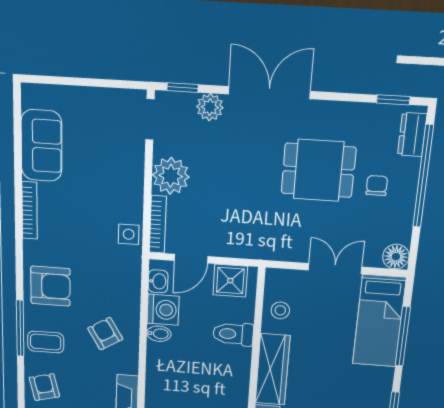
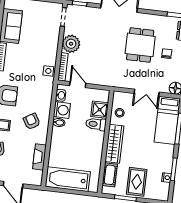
plant: (210, 107) -> (92, 13), removed
dining table: (318, 170) -> (140, 45), turned 90
door: (191, 259) -> (78, 85), swing flipped
double door: (335, 269) -> (147, 93), swing flipped
shower: (230, 281) -> (100, 110), moved

